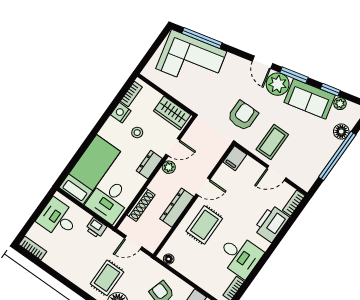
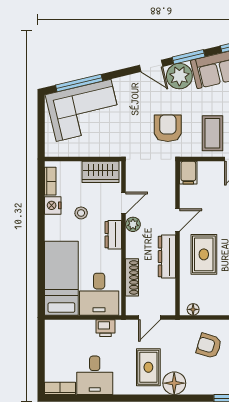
desk: (58, 218) -> (95, 375), moved, turned -90

